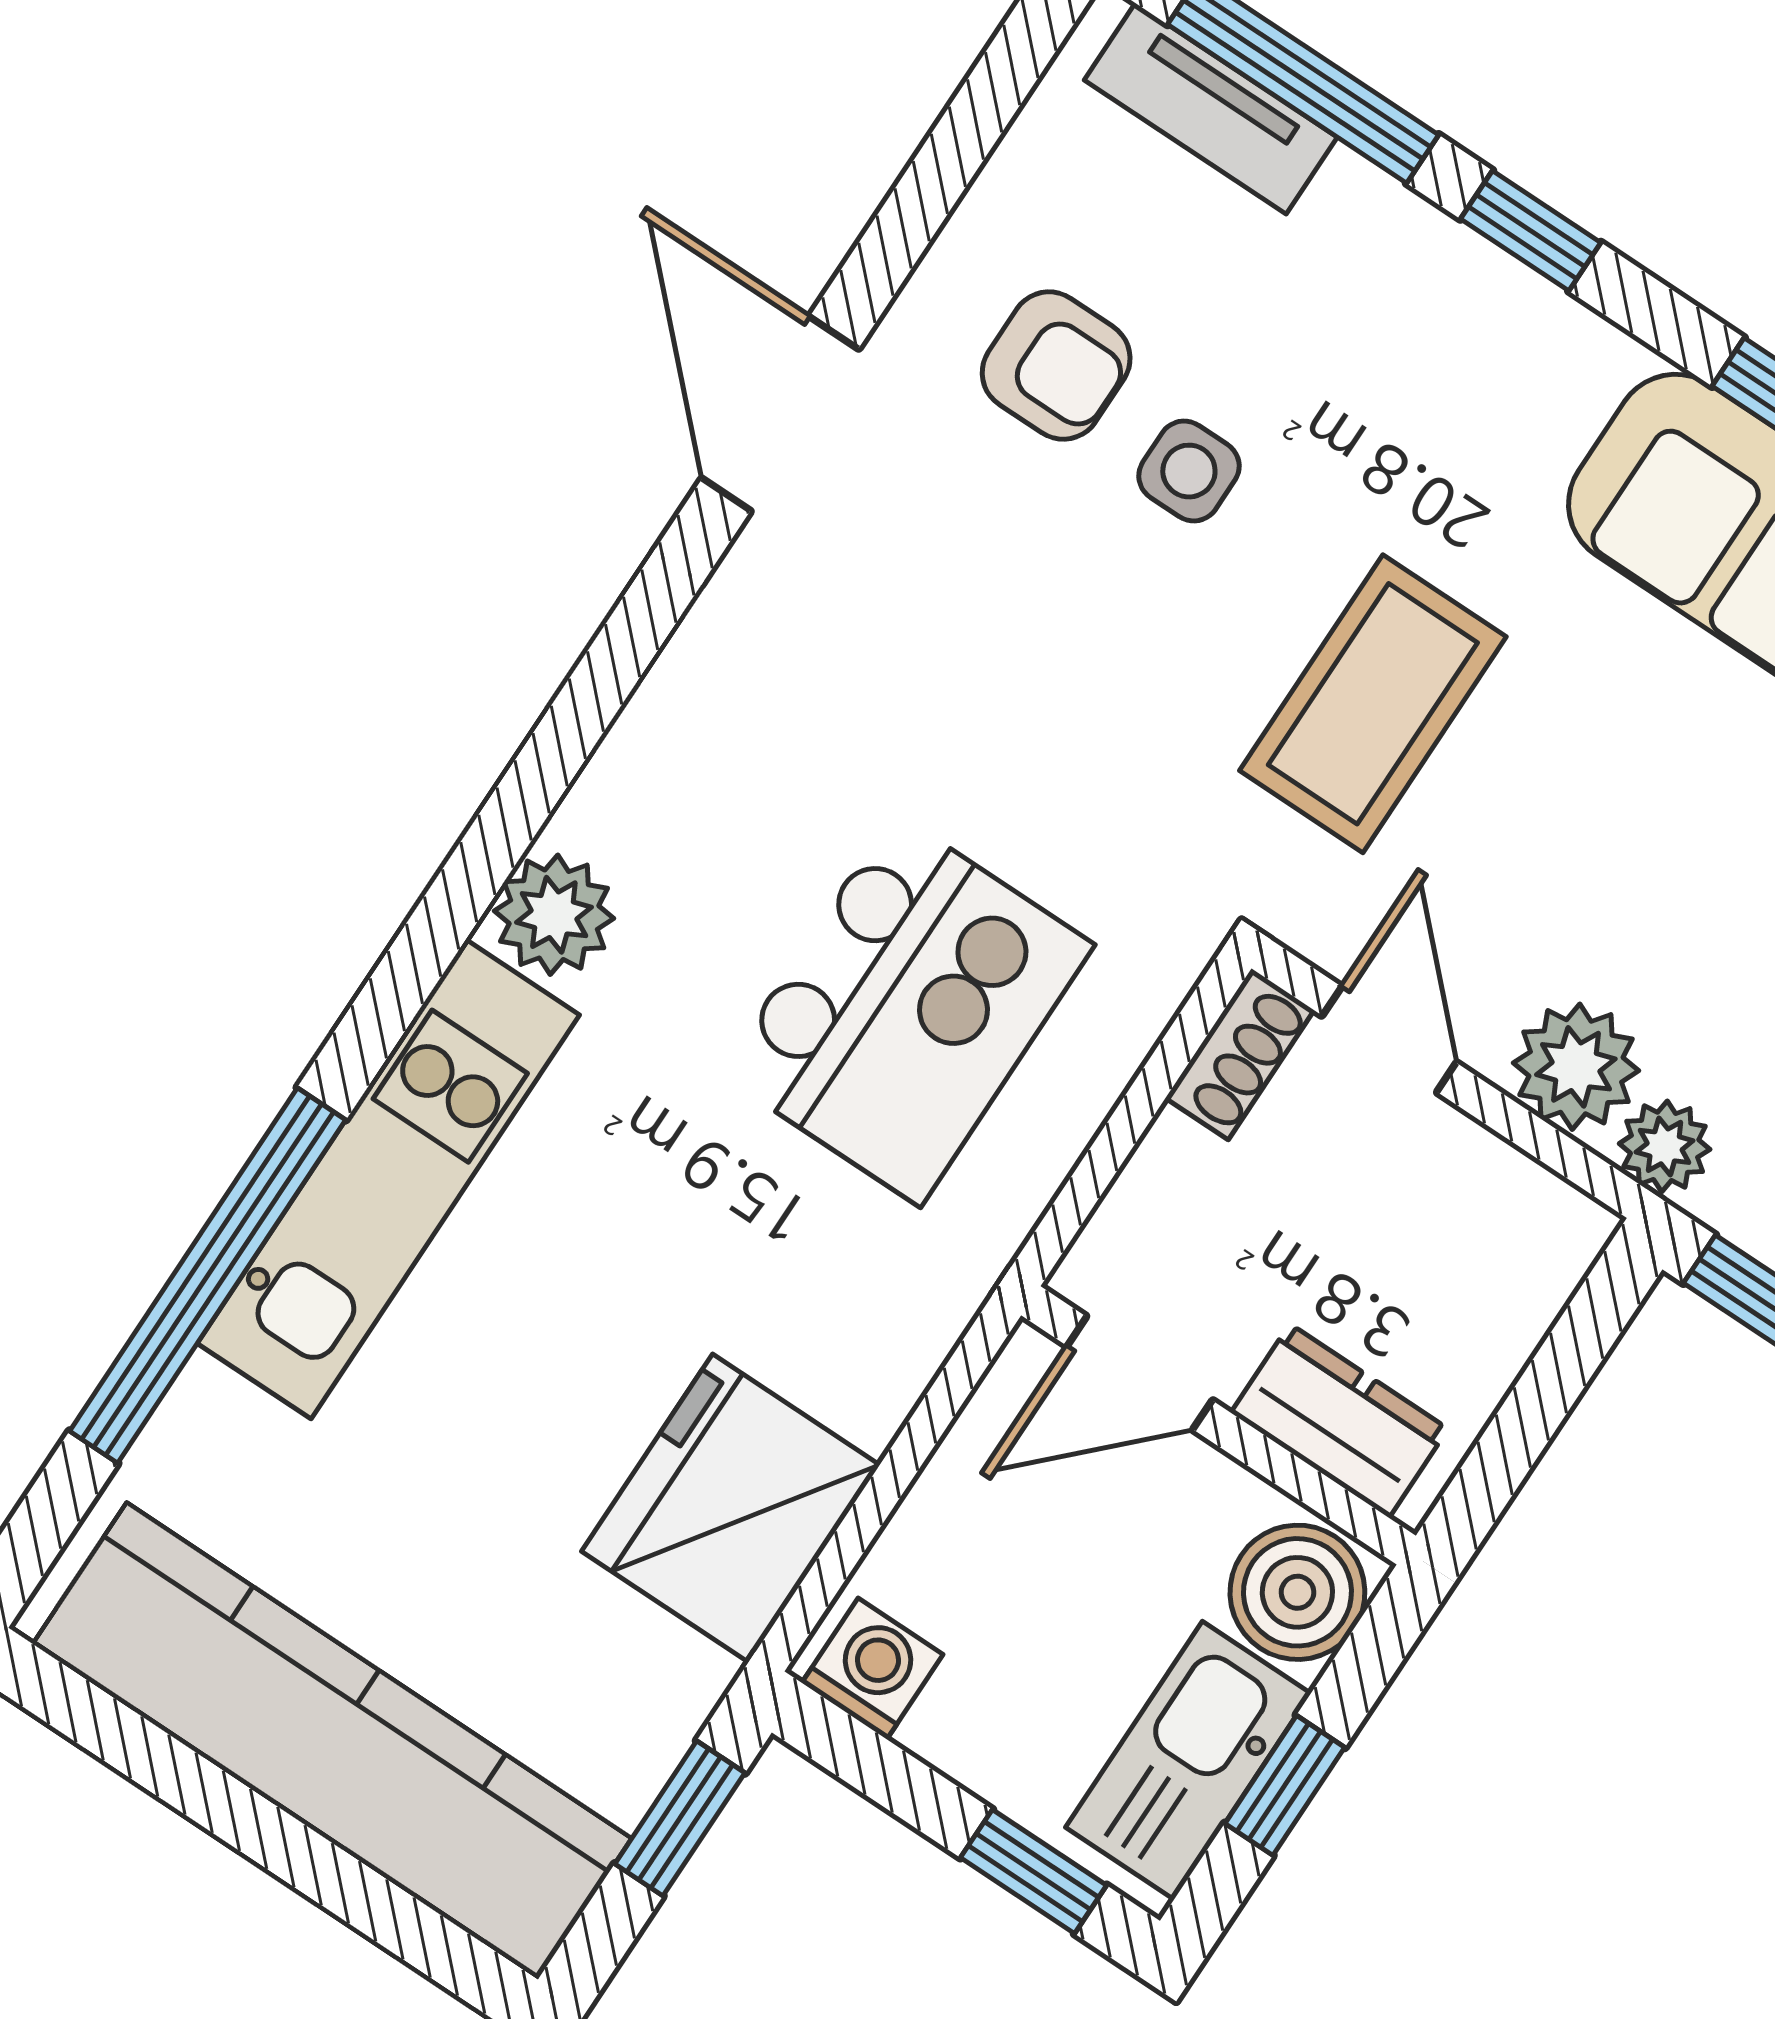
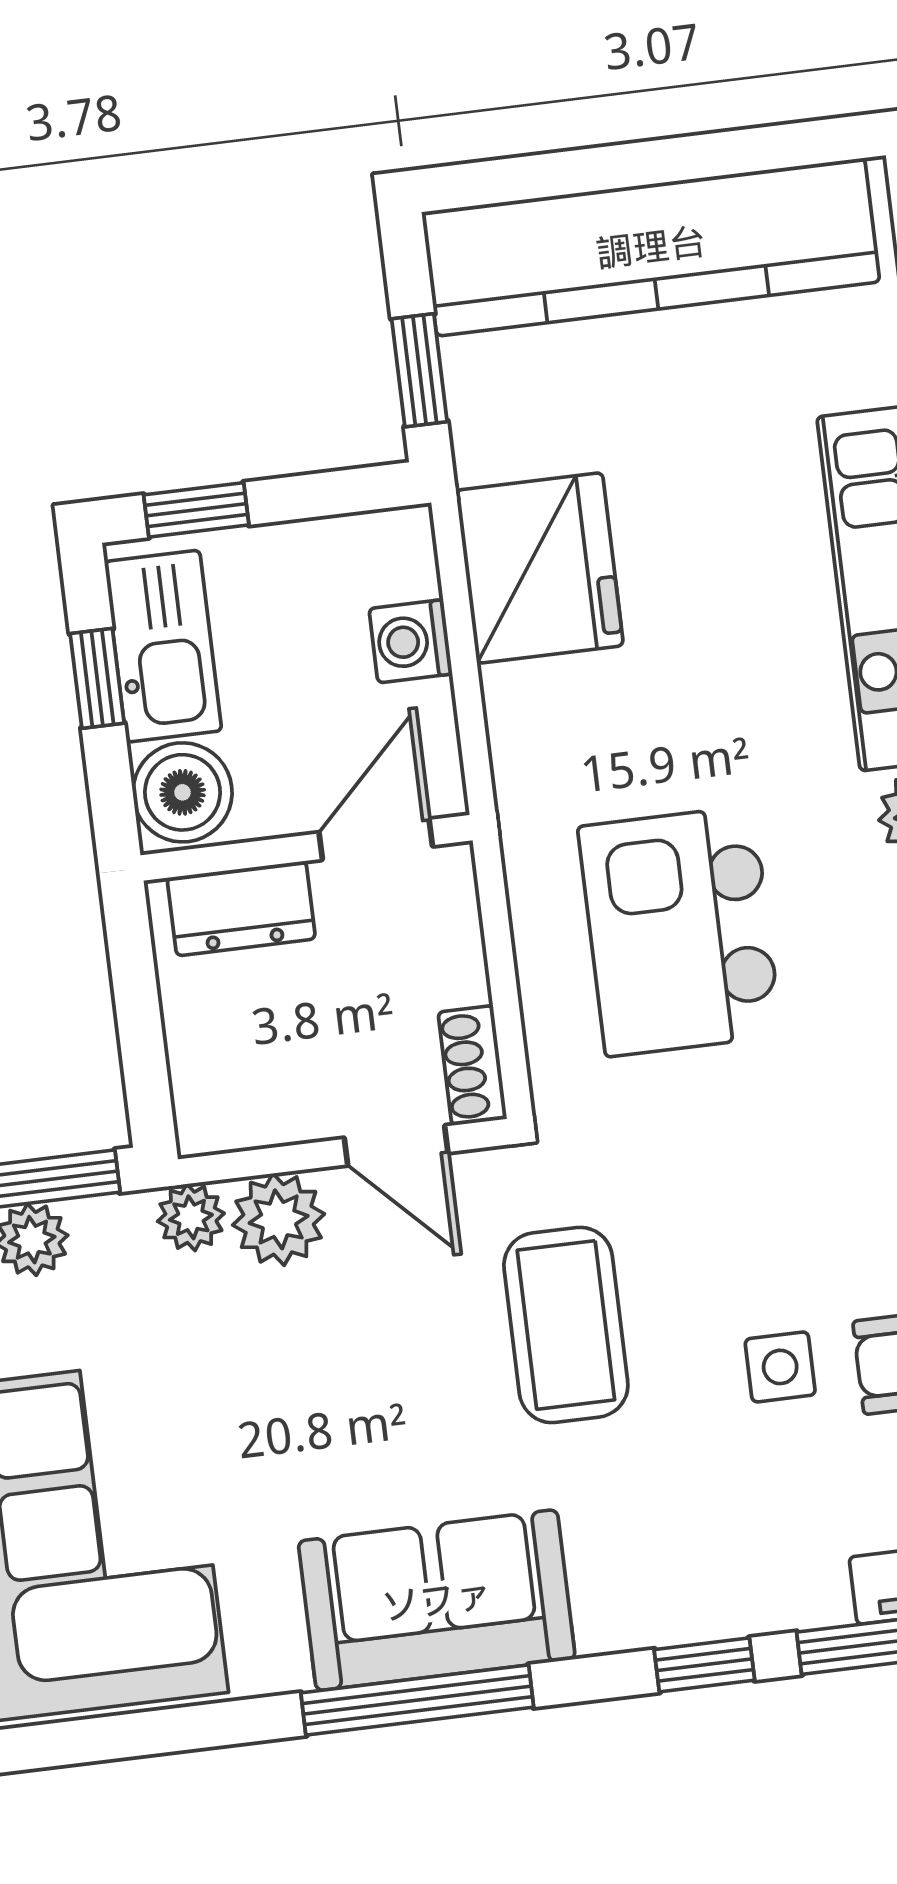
washing machine: (872, 1669) -> (411, 641), moved, turned 90

